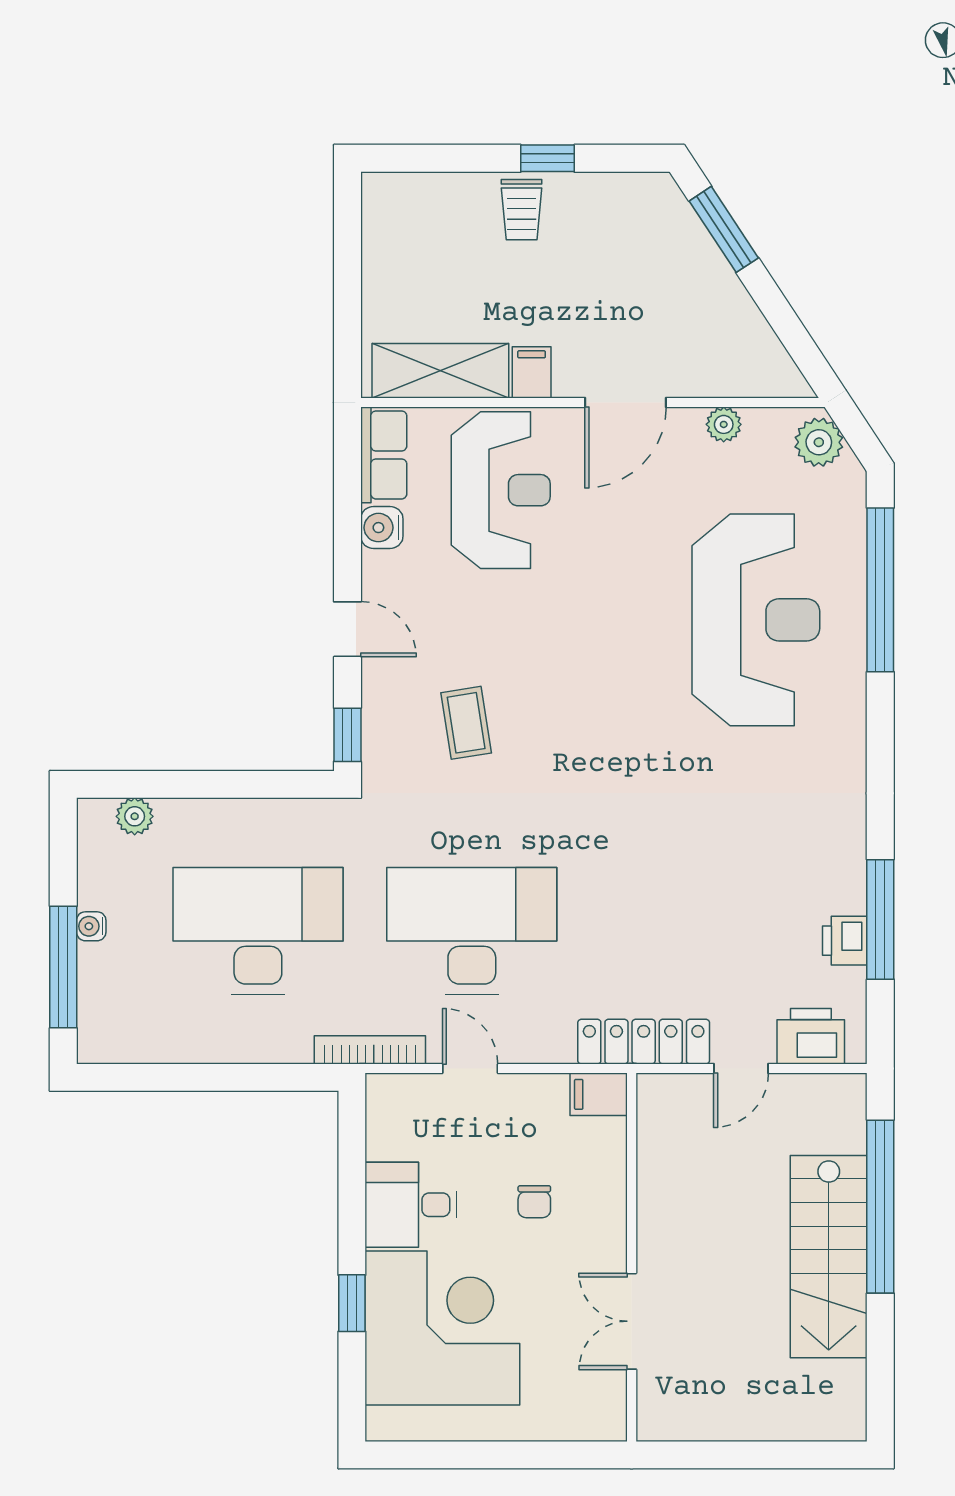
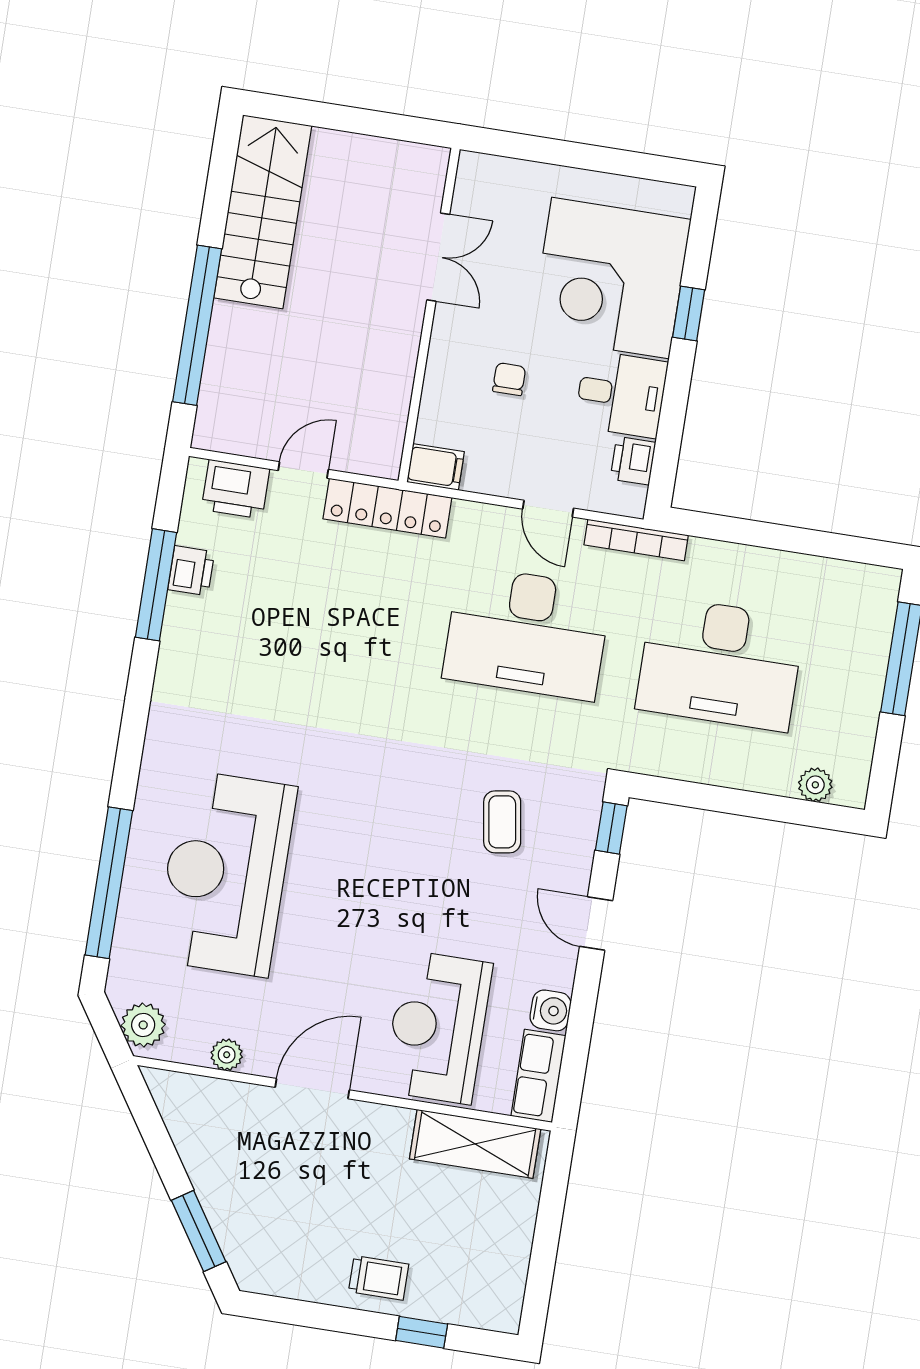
window: (548, 158) -> (422, 1332), moved
trolley: (522, 210) -> (379, 1278), turned 90
filing cabinet: (532, 372) -> (393, 1129), removed
water cooler: (91, 926) -> (870, 692), removed
printer: (387, 1135) -> (633, 461), added
stairs: (829, 1257) -> (263, 212), moved

